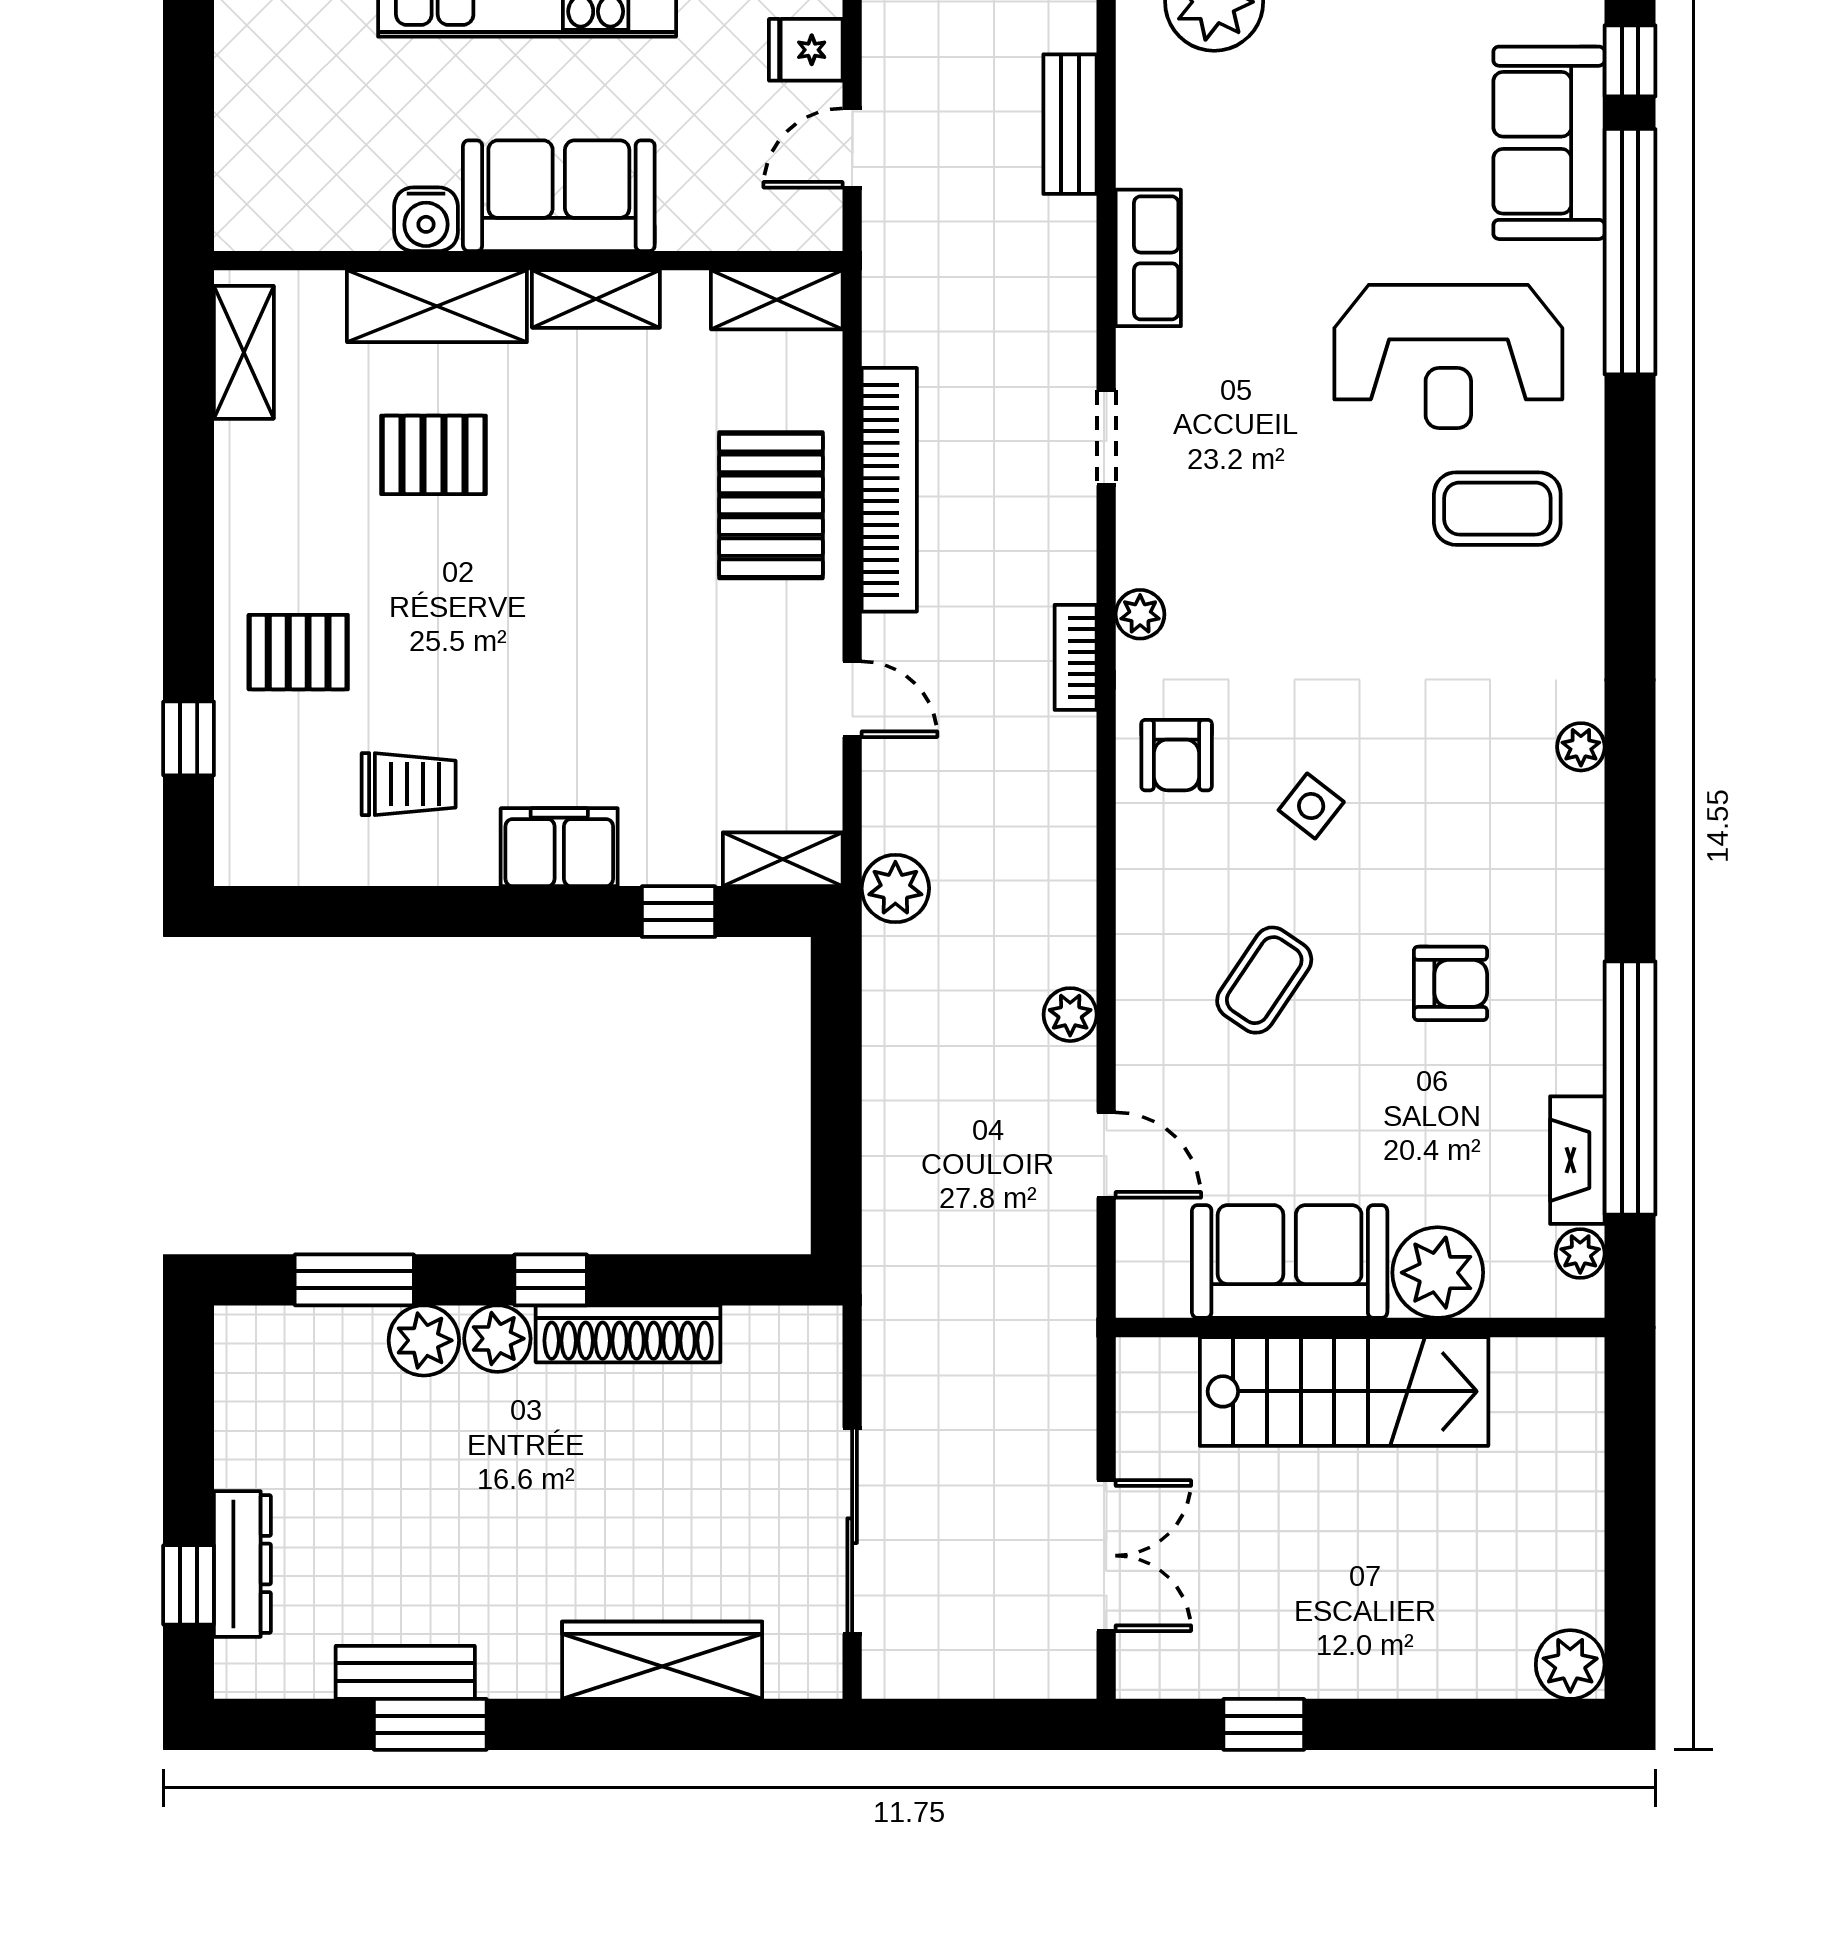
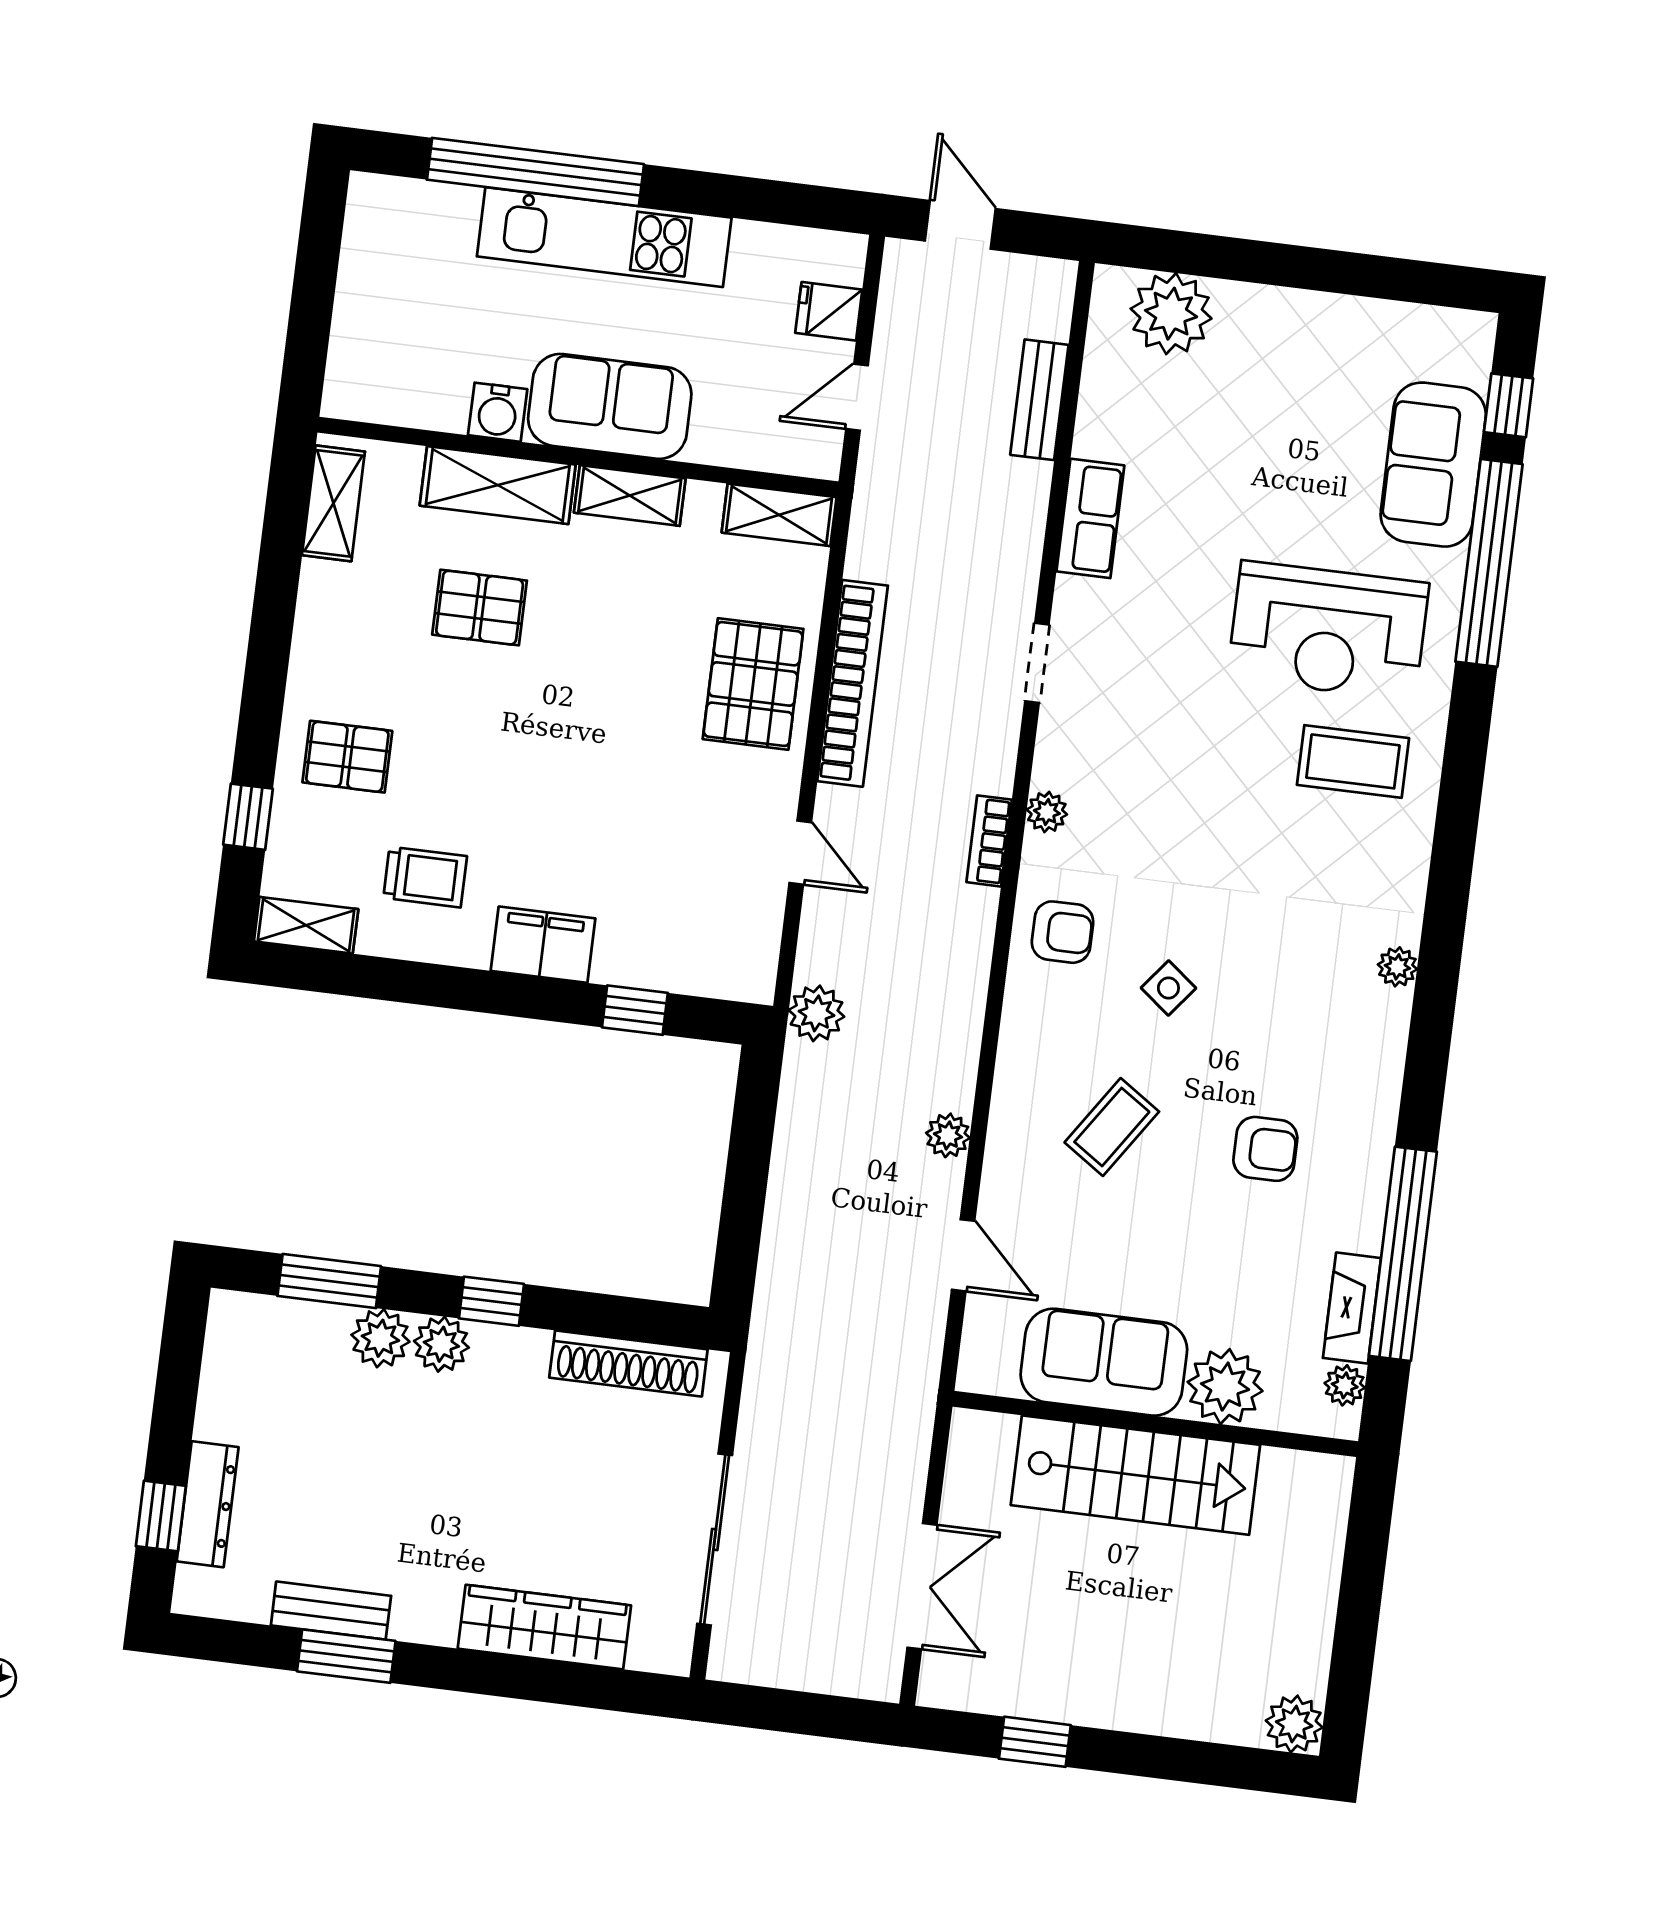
armchair: (1177, 755) -> (1063, 932), turned -90
shelving: (783, 859) -> (306, 925), moved
shoe rack: (628, 1334) -> (628, 1364), moved

